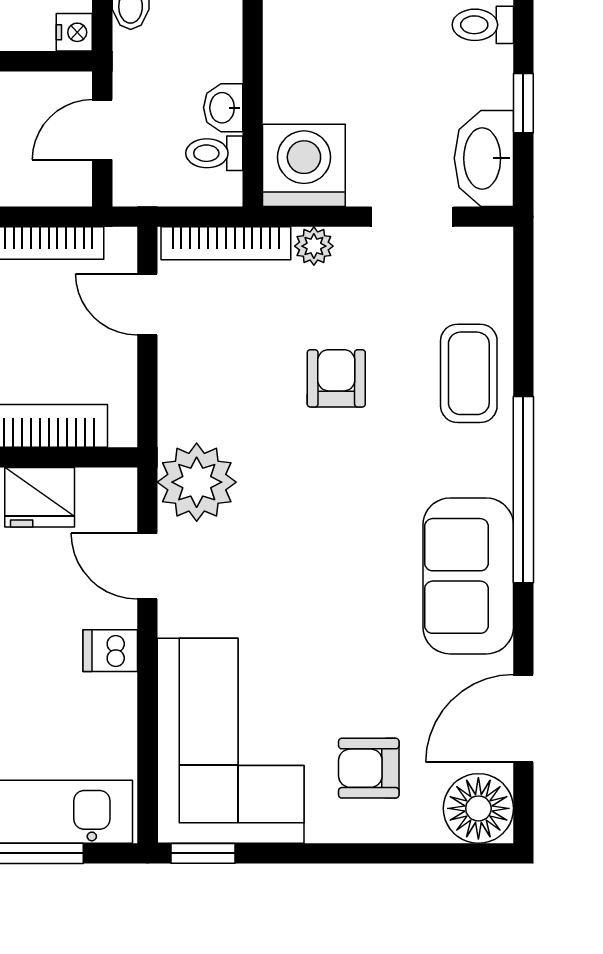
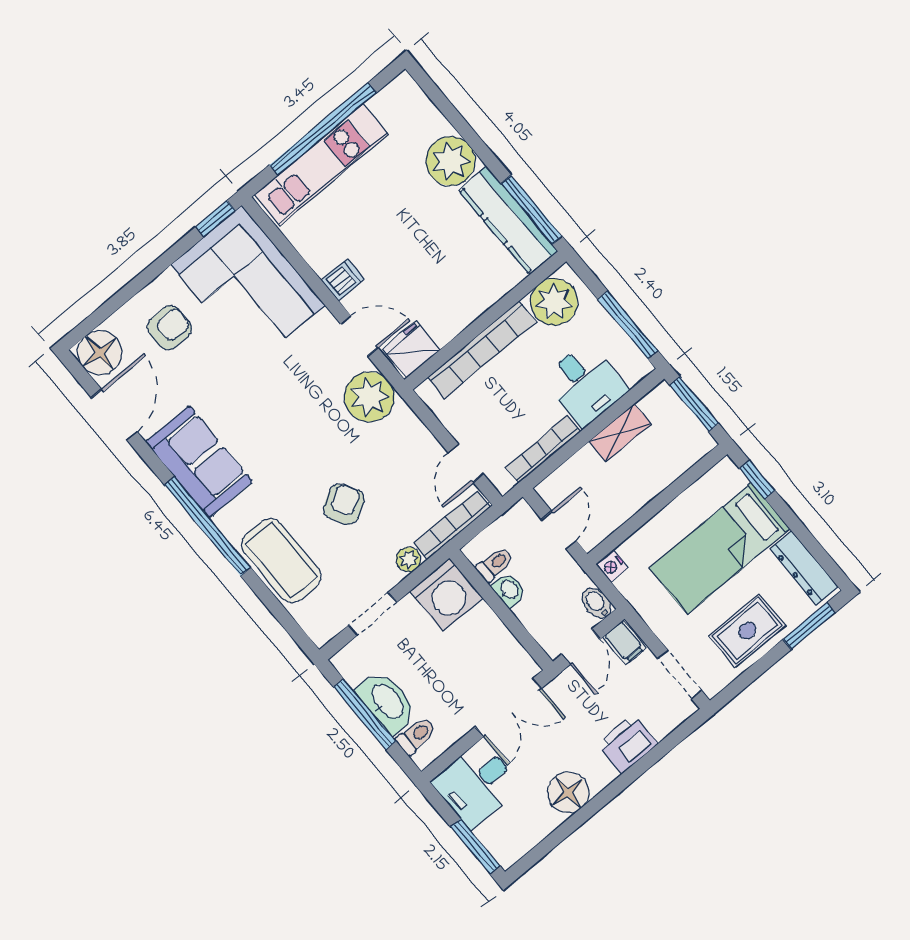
window: (523, 103) -> (365, 714), width x2.17
washbasin: (484, 158) -> (387, 702), moved
door: (147, 304) -> (466, 463), swing flipped
coffee table: (469, 373) -> (281, 561), width x1.36, depth x1.32
armchair: (336, 378) -> (344, 504), turned -120
fridge: (40, 497) -> (412, 349), moved

